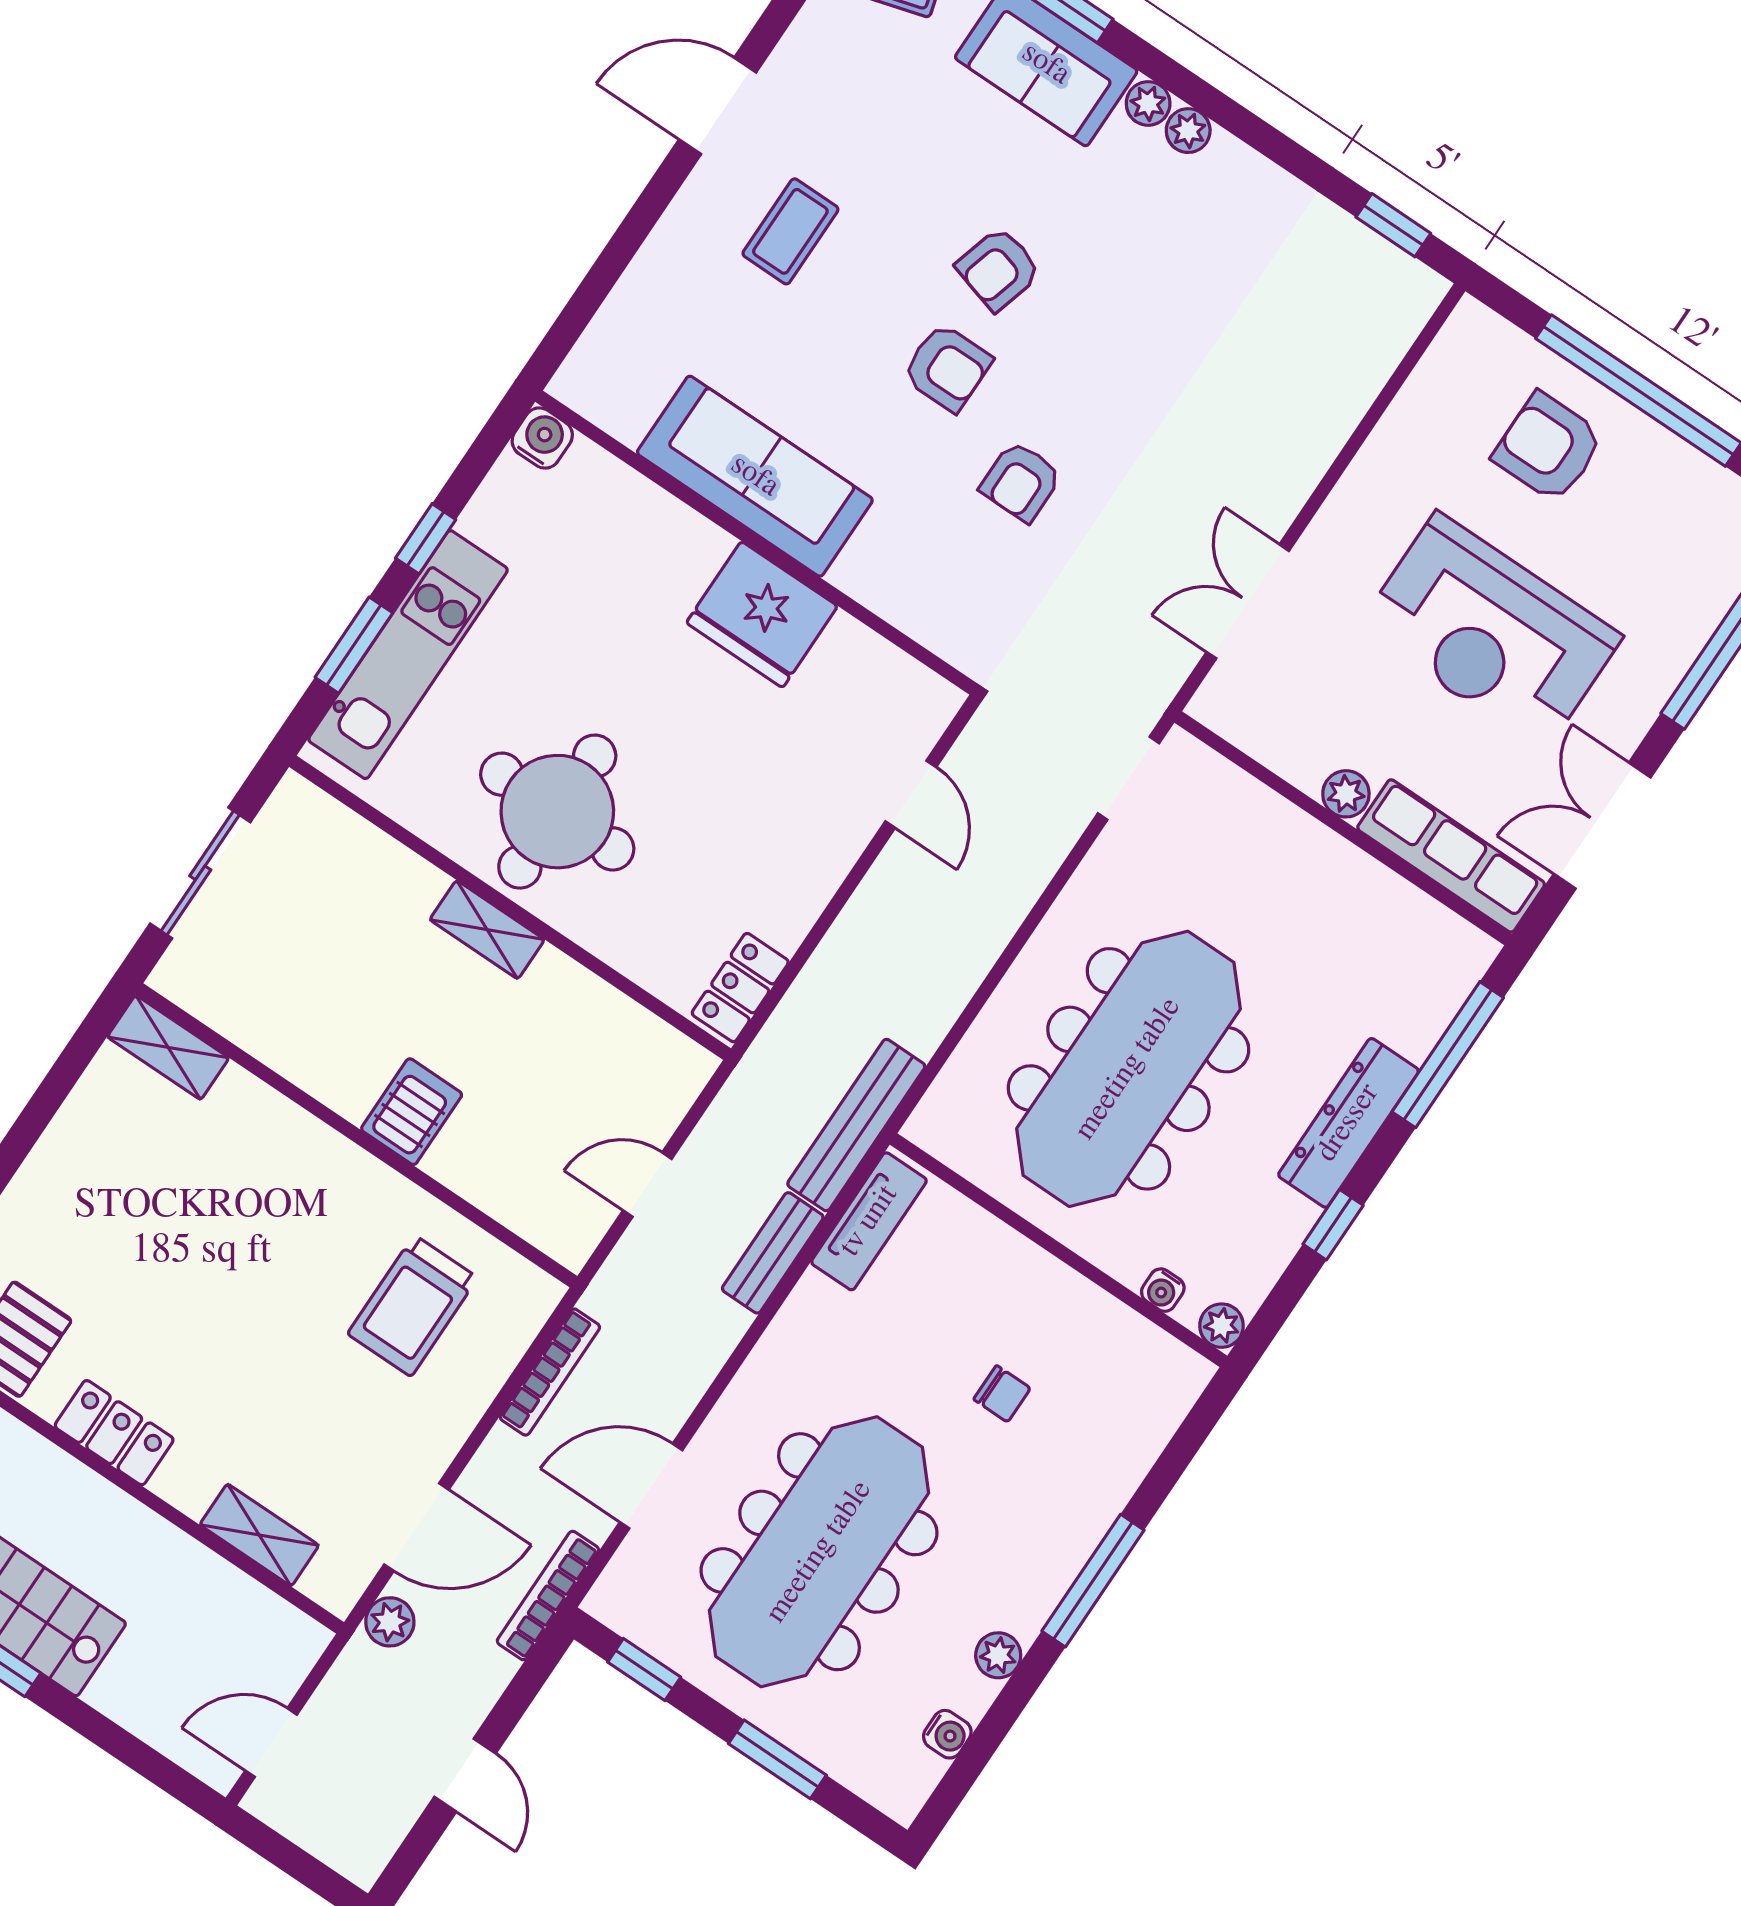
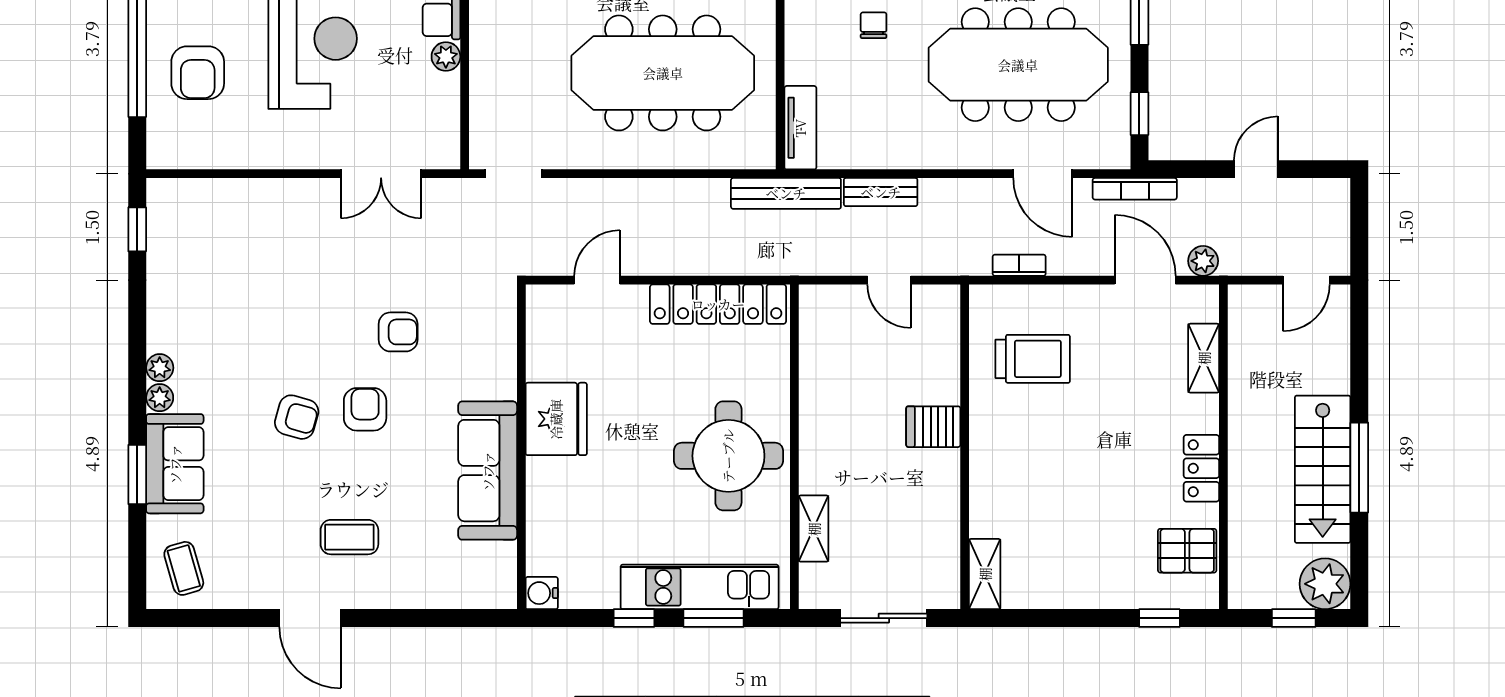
shelving: (487, 930) -> (814, 529), moved
locker: (740, 988) -> (718, 304), width x2.16, depth x1.21
tv unit: (869, 1221) -> (800, 128), moved, turned 90
bookcase: (550, 1372) -> (1019, 265), width x0.64
door: (271, 1743) -> (1306, 280), hinge flipped

